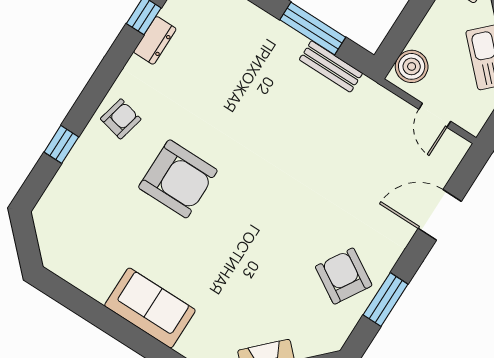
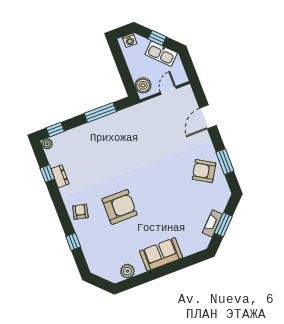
bench: (331, 66) -> (120, 116), removed
door: (435, 115) -> (168, 90), swing flipped
plant: (80, 272) -> (127, 271), added

